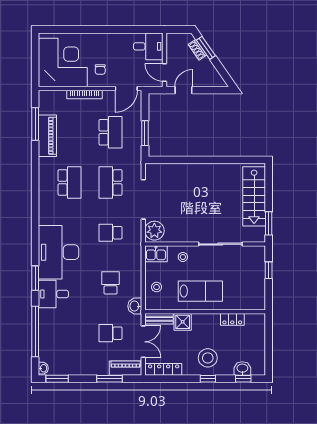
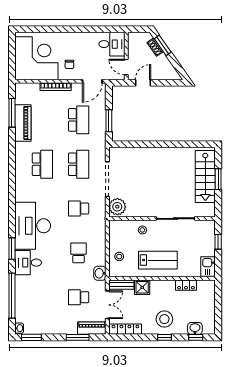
school desk: (111, 182) -> (79, 164), turned 180
window: (269, 223) -> (218, 179), moved
kitchen sink: (156, 254) -> (208, 267), moved, turned 90

